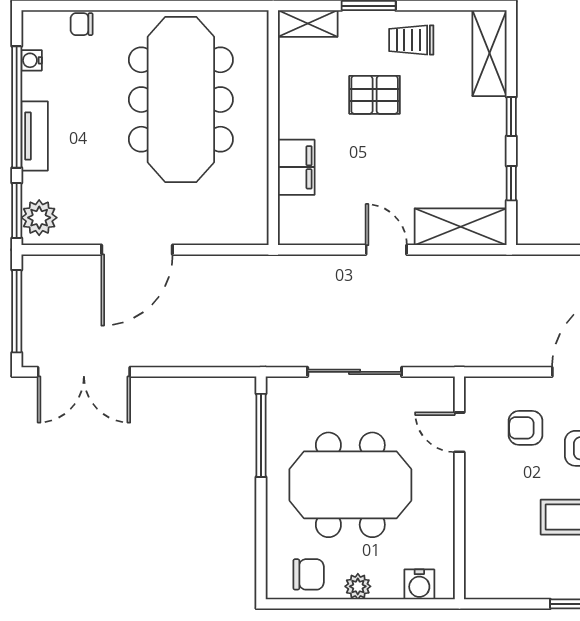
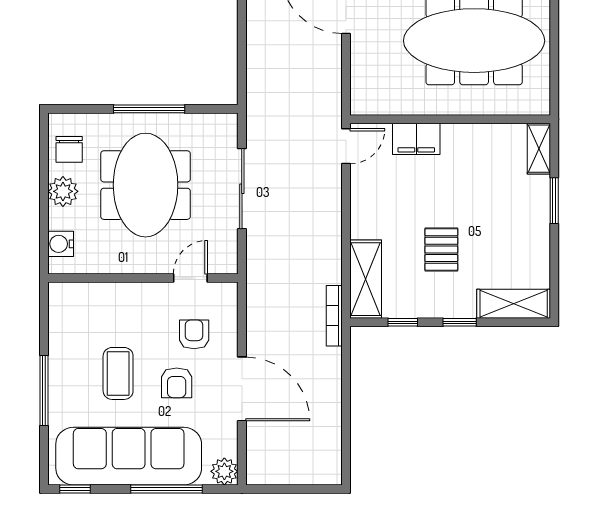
trolley: (411, 40) -> (525, 237), removed
pallet: (375, 95) -> (441, 249), moved
door: (386, 250) -> (346, 146), moved
bookcase: (504, 263) -> (334, 316), added
window: (261, 435) -> (149, 109), moved
plant: (358, 586) -> (63, 191), width x1.38, depth x1.38

